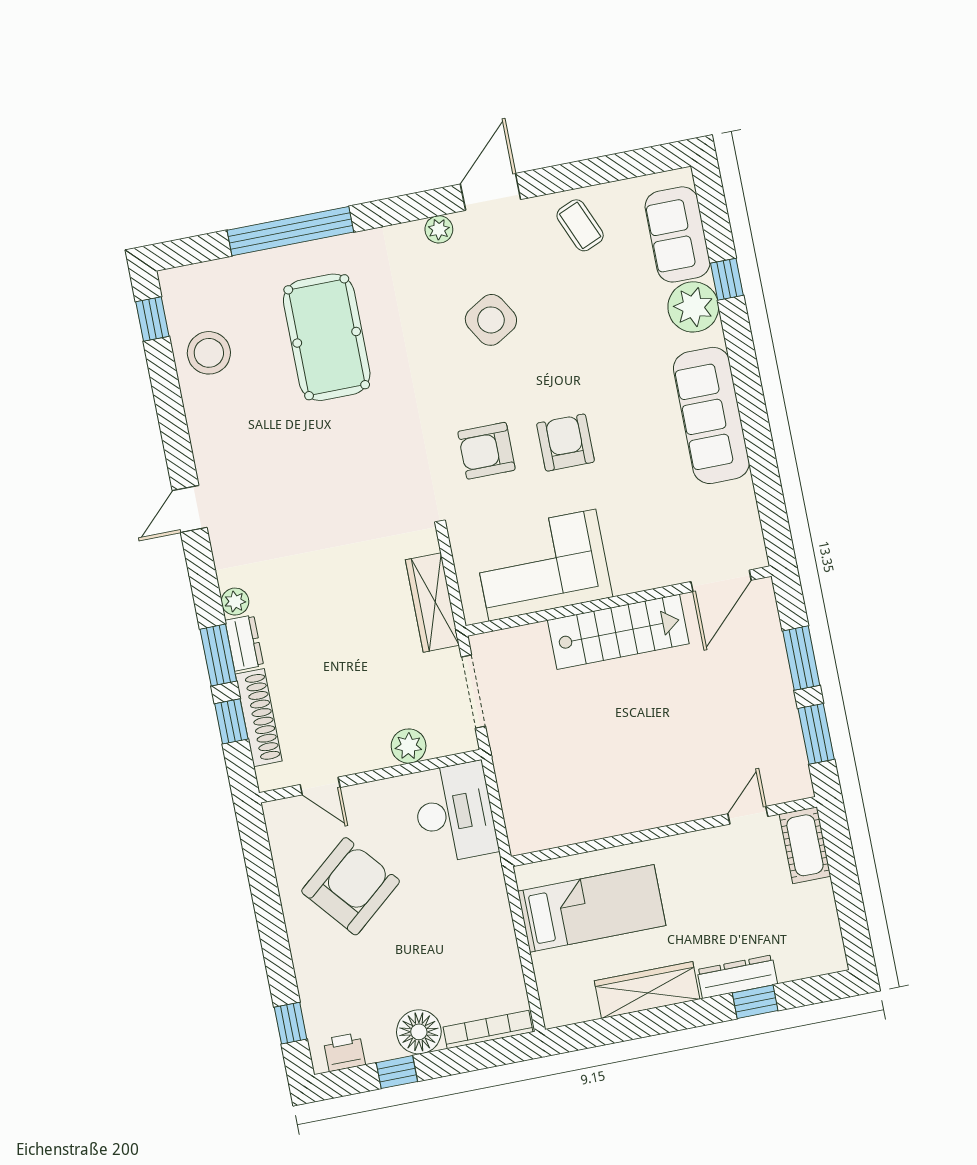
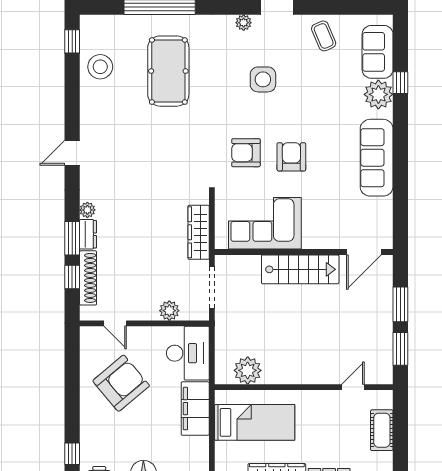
side table: (491, 320) -> (263, 79), turned 31
plant: (562, 822) -> (248, 370), added
cot: (805, 845) -> (382, 430), moved
filing cabinet: (486, 905) -> (195, 409), added

